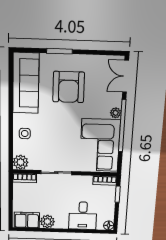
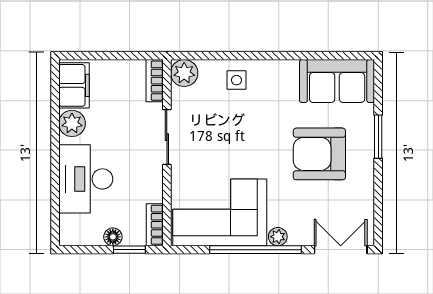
sofa: (26, 83) -> (337, 81), width x0.73
desk: (83, 216) -> (86, 179), width x1.37
floor lamp: (109, 225) -> (113, 237), moved

